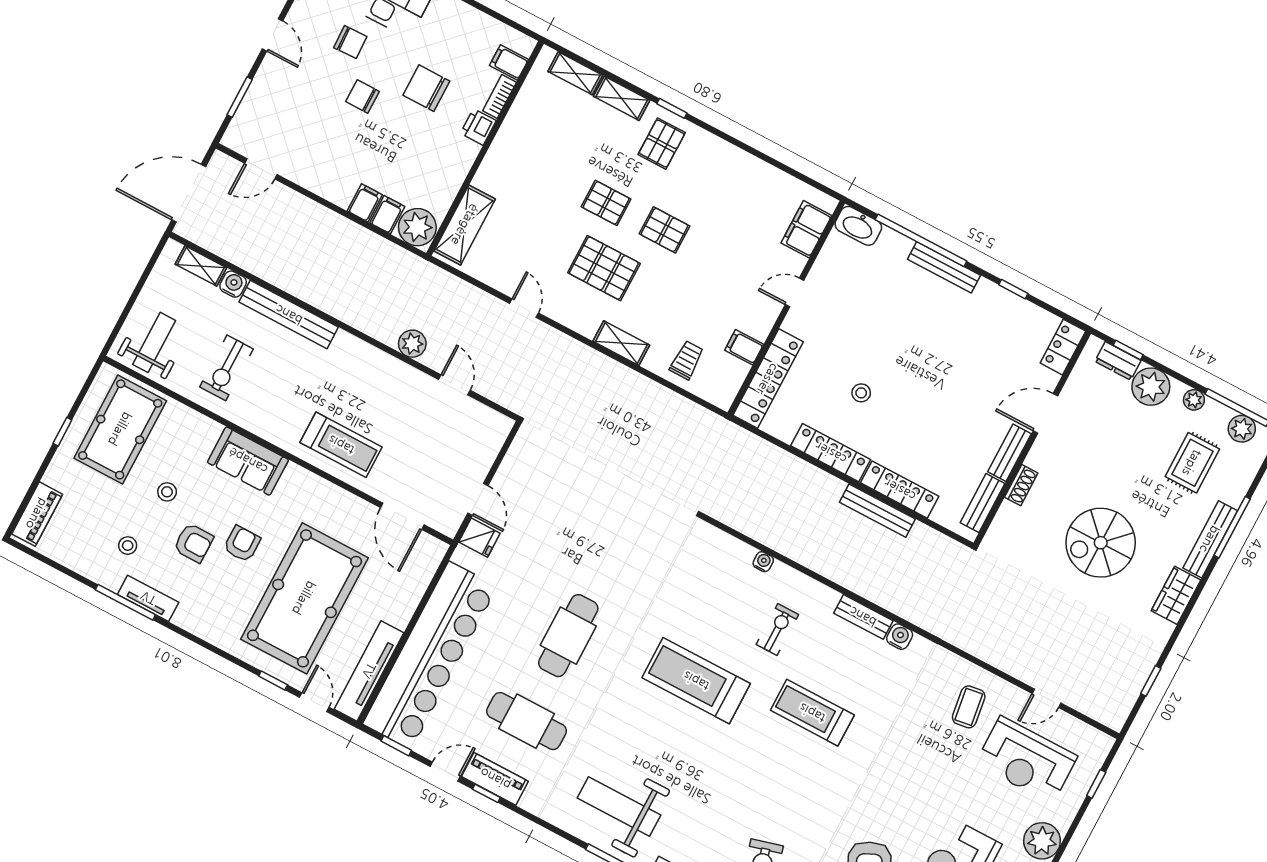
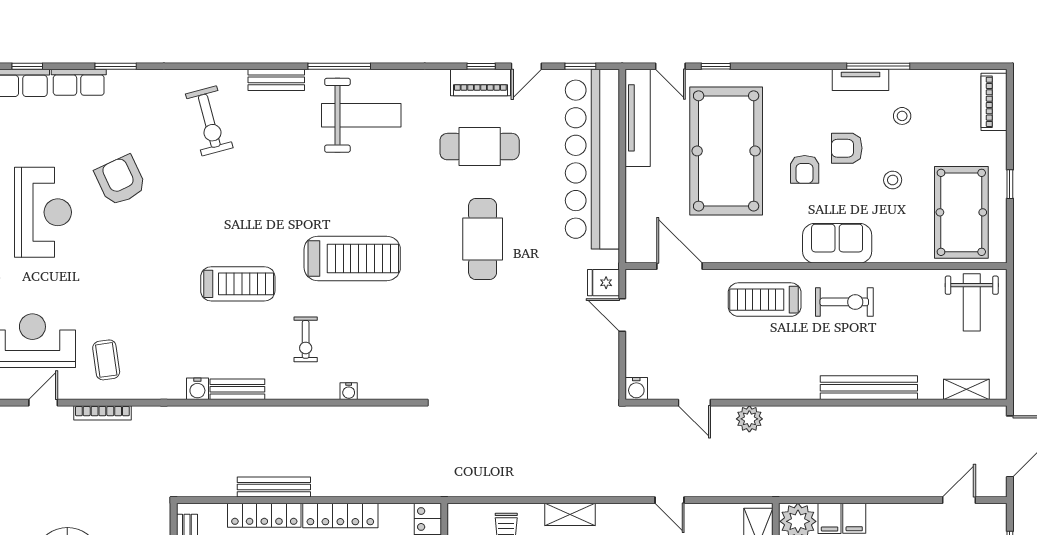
water cooler: (233, 284) -> (636, 389), moved
exercise bike: (226, 368) -> (844, 302), moved, turned 90
bookcase: (998, 660) -> (102, 413), added

